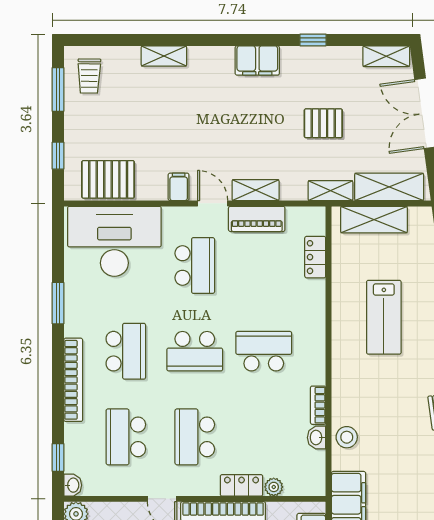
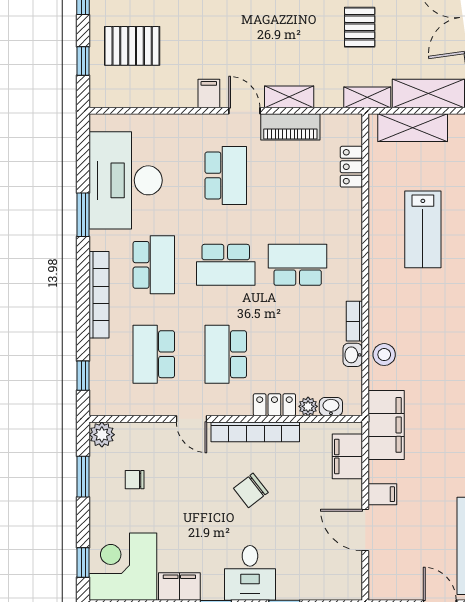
pallet: (323, 123) -> (360, 27), turned 90
pallet: (108, 179) -> (132, 46), moved
desk: (114, 241) -> (126, 180), moved, turned -90
washbasin: (73, 485) -> (331, 407), moved, turned -90

